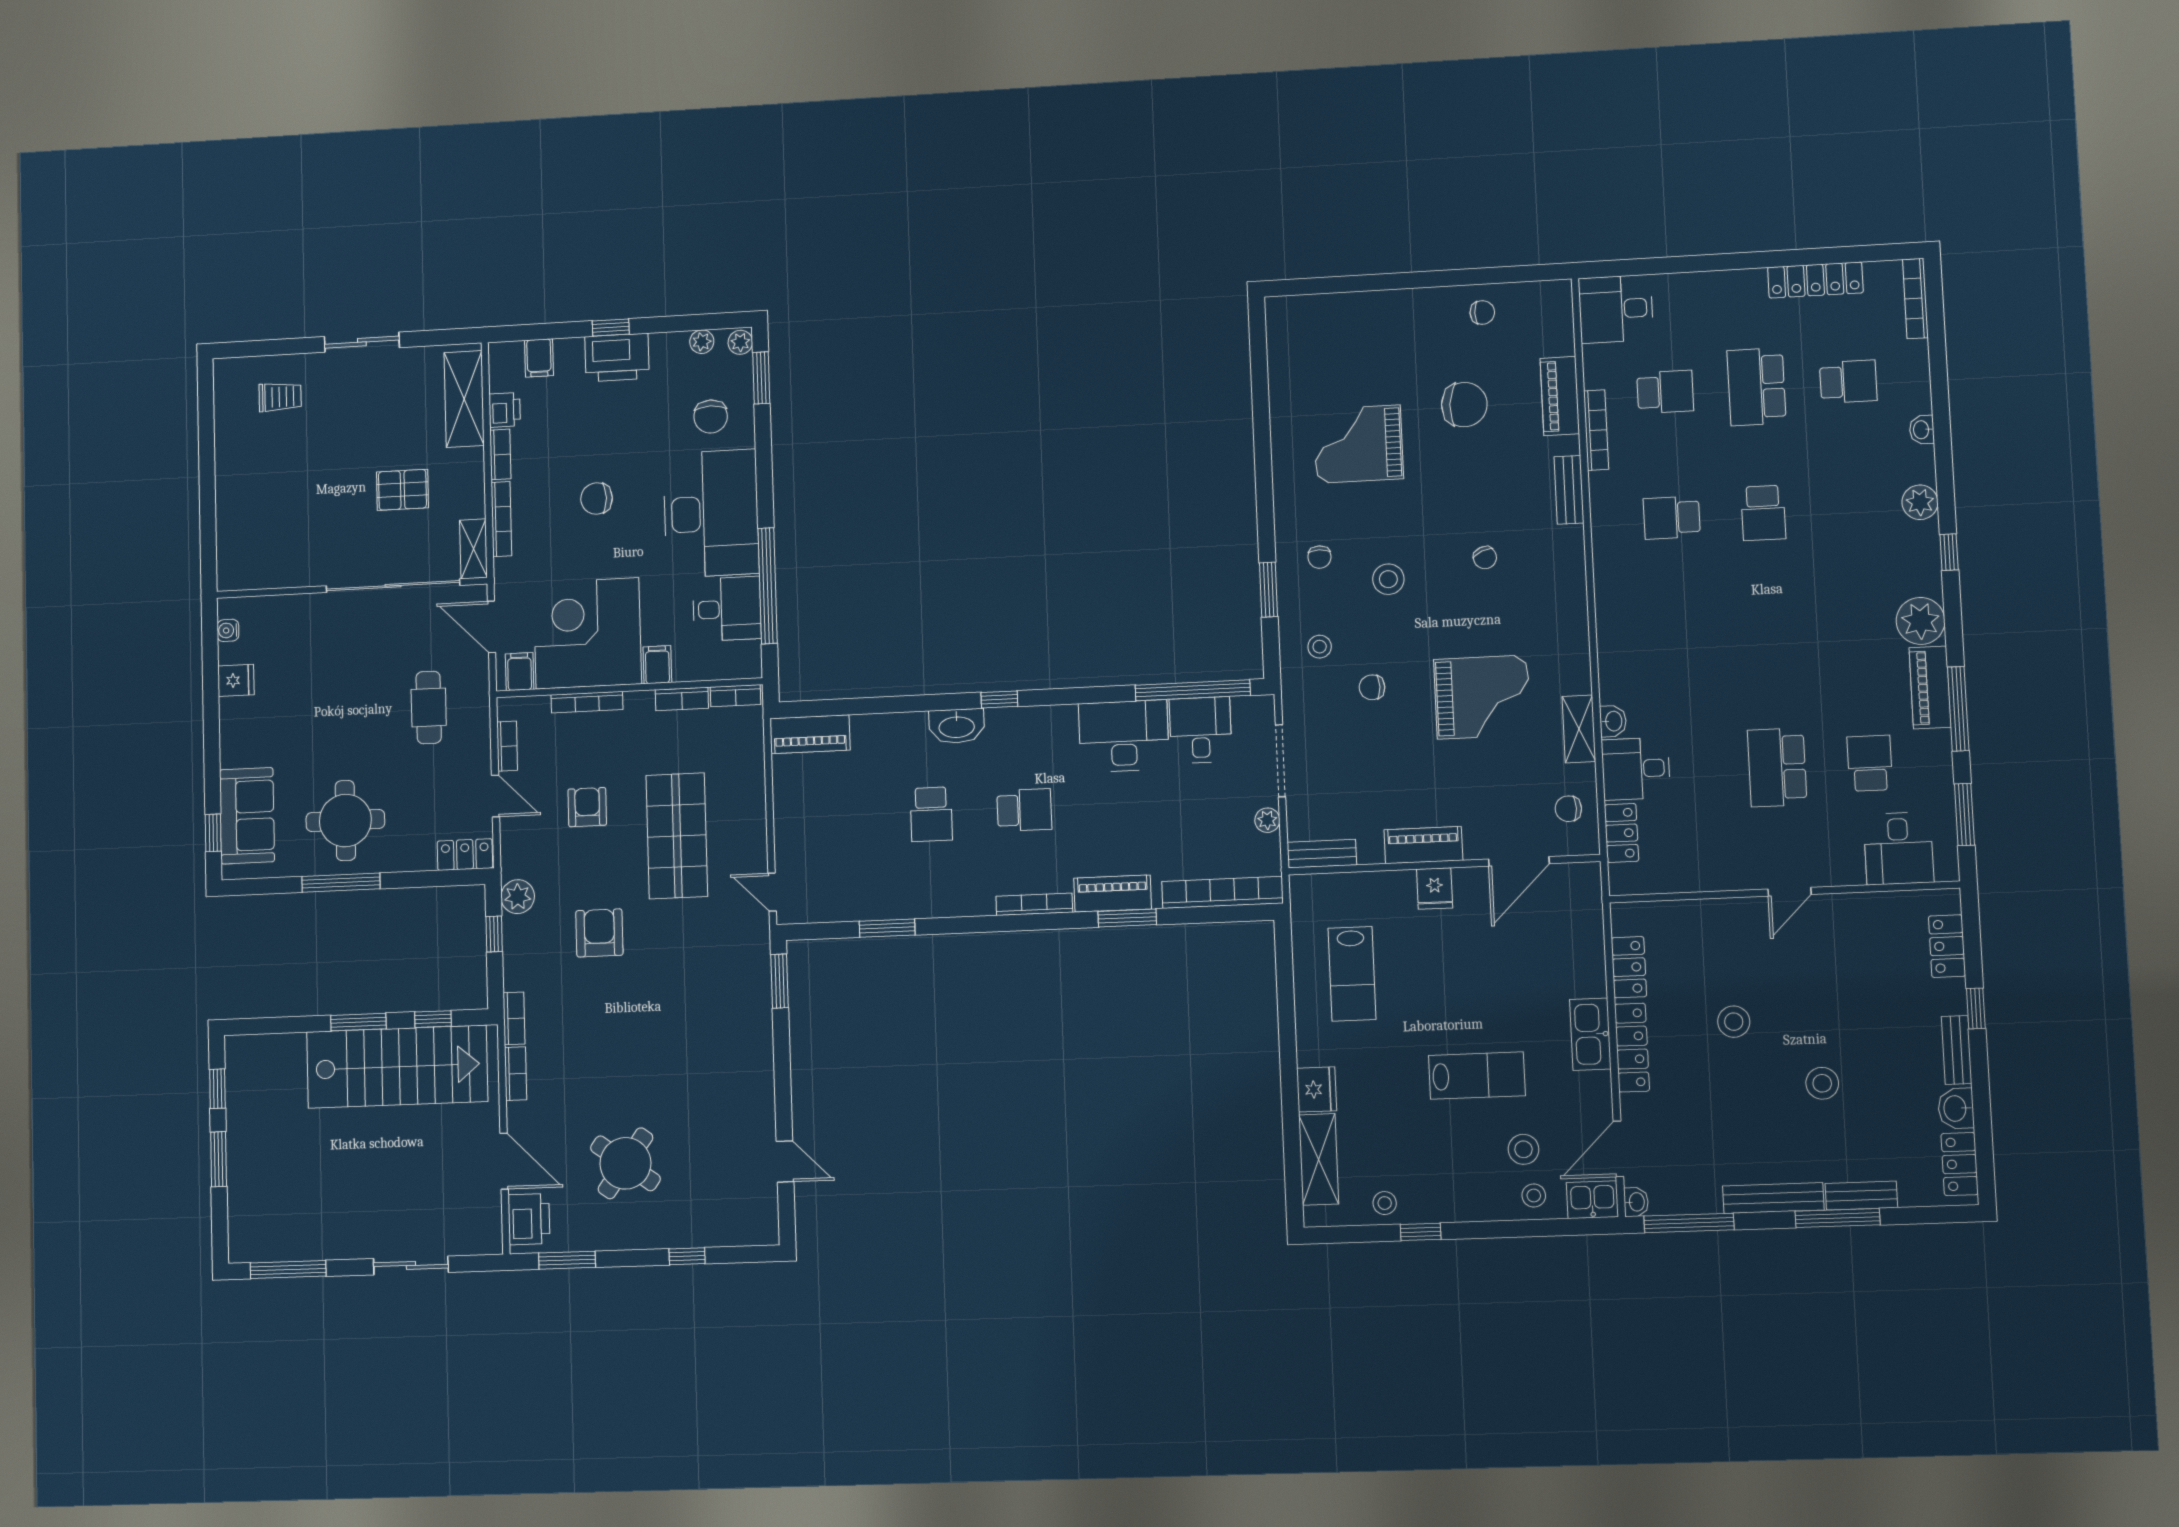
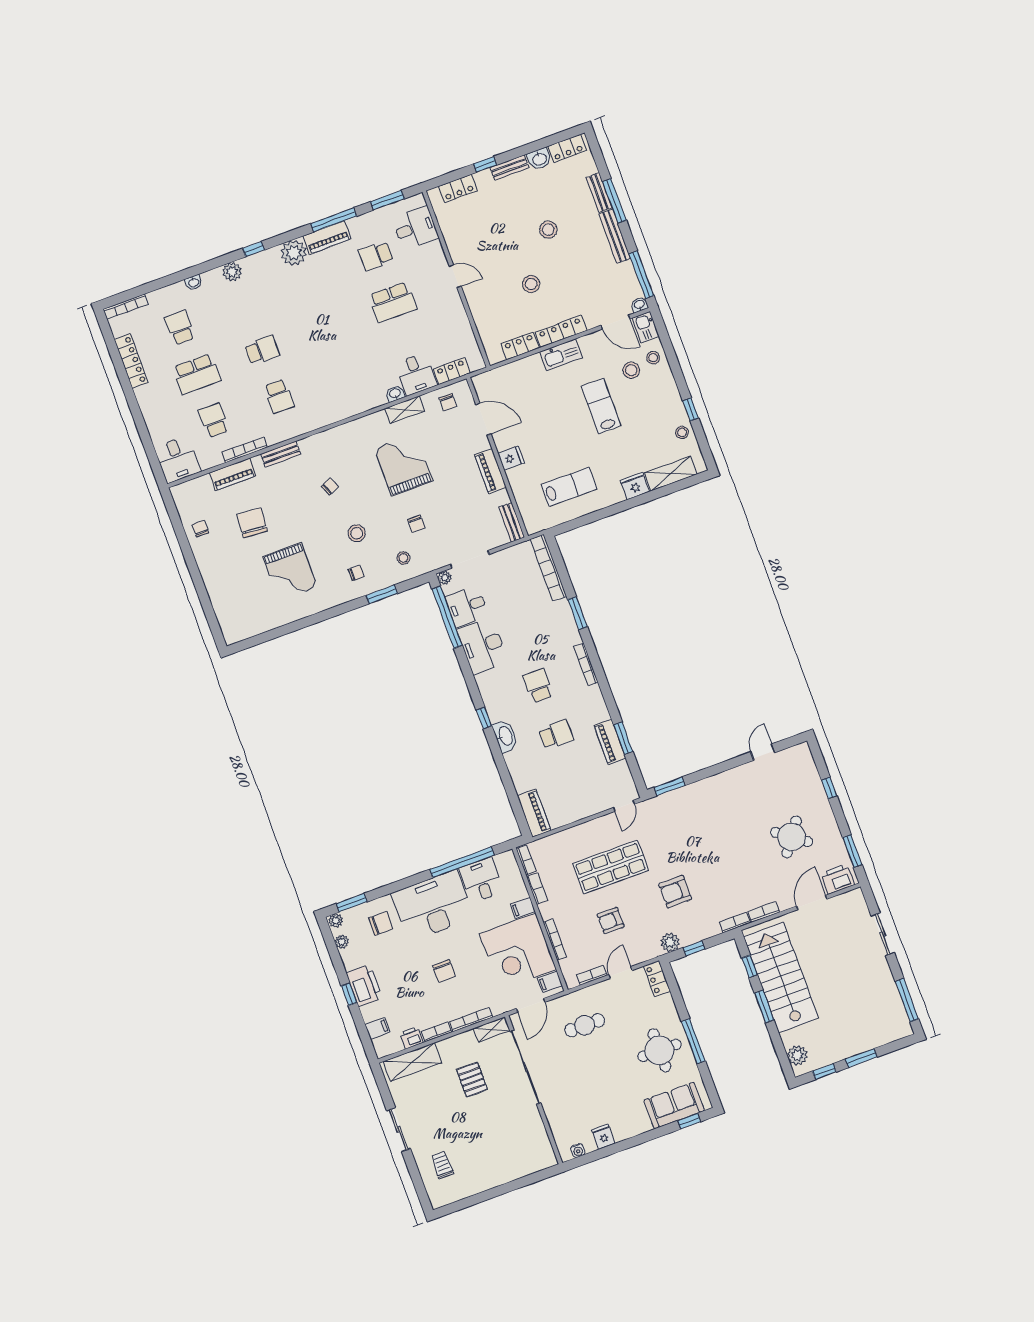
plant: (1267, 820) -> (445, 578), moved
piano: (1113, 894) -> (610, 742), moved
plant: (259, 1052) -> (797, 1055), added

